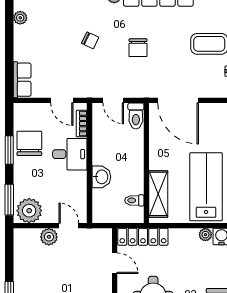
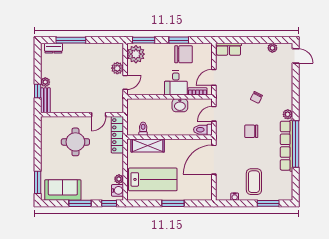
washbasin: (101, 177) -> (180, 105), moved

